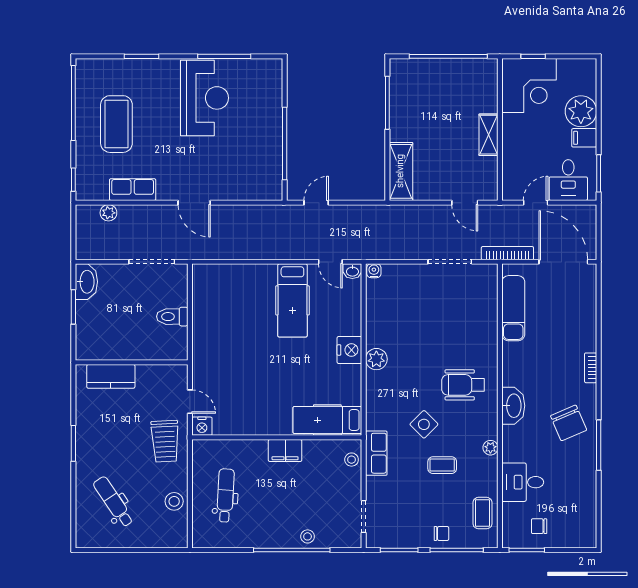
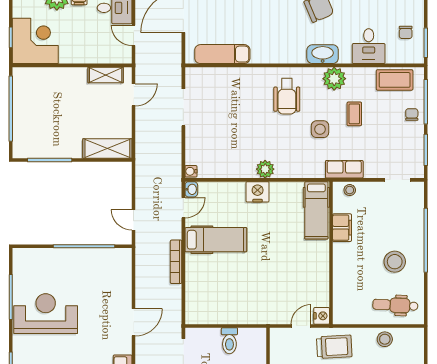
shelving: (488, 135) -> (106, 75), moved
bookcase: (507, 253) -> (176, 262), moved
washbasin: (513, 406) -> (323, 54), moved
side table: (424, 424) -> (320, 129), turned 45
plant: (490, 448) -> (334, 79), width x1.87, depth x1.87
filing cabinet: (285, 450) -> (342, 228), moved
dental chair: (225, 495) -> (395, 305), moved
coffee table: (483, 513) -> (395, 80), width x1.36, depth x1.30
stool: (308, 536) -> (395, 262), moved, width x1.89, depth x1.89

